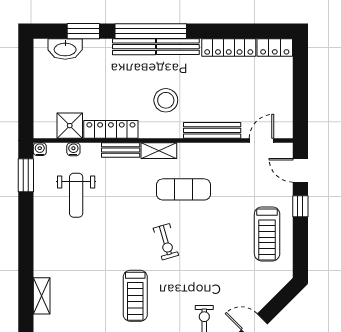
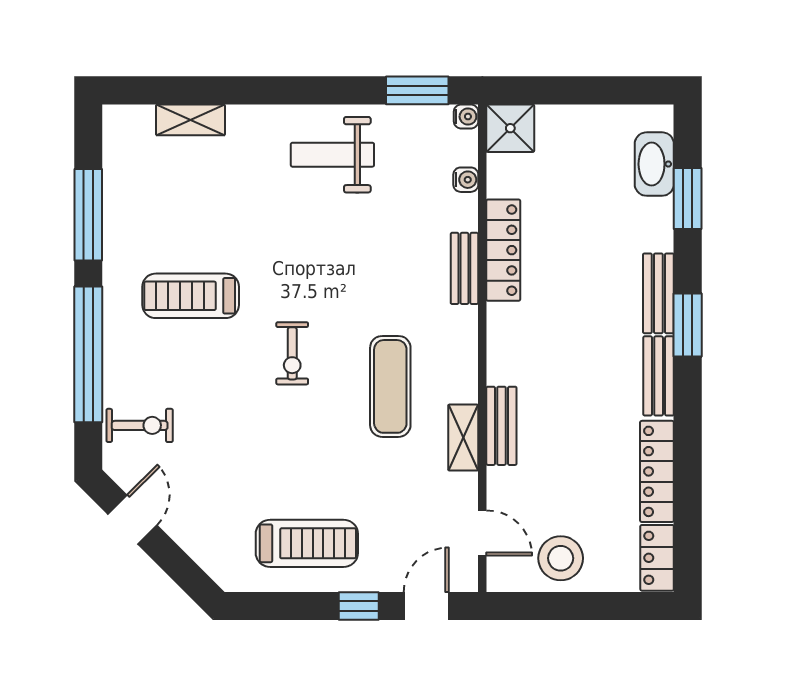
window: (151, 31) -> (688, 325), width x0.47
stool: (166, 100) -> (561, 558), moved
shower: (70, 126) -> (510, 128), moved
bench: (212, 130) -> (501, 426), width x0.73
shelving: (159, 151) -> (463, 438), moved
weight bench: (76, 195) -> (332, 155), moved
treadmill: (267, 234) -> (307, 543), turned 180
exercise bike: (166, 242) -> (292, 353), turned -74

